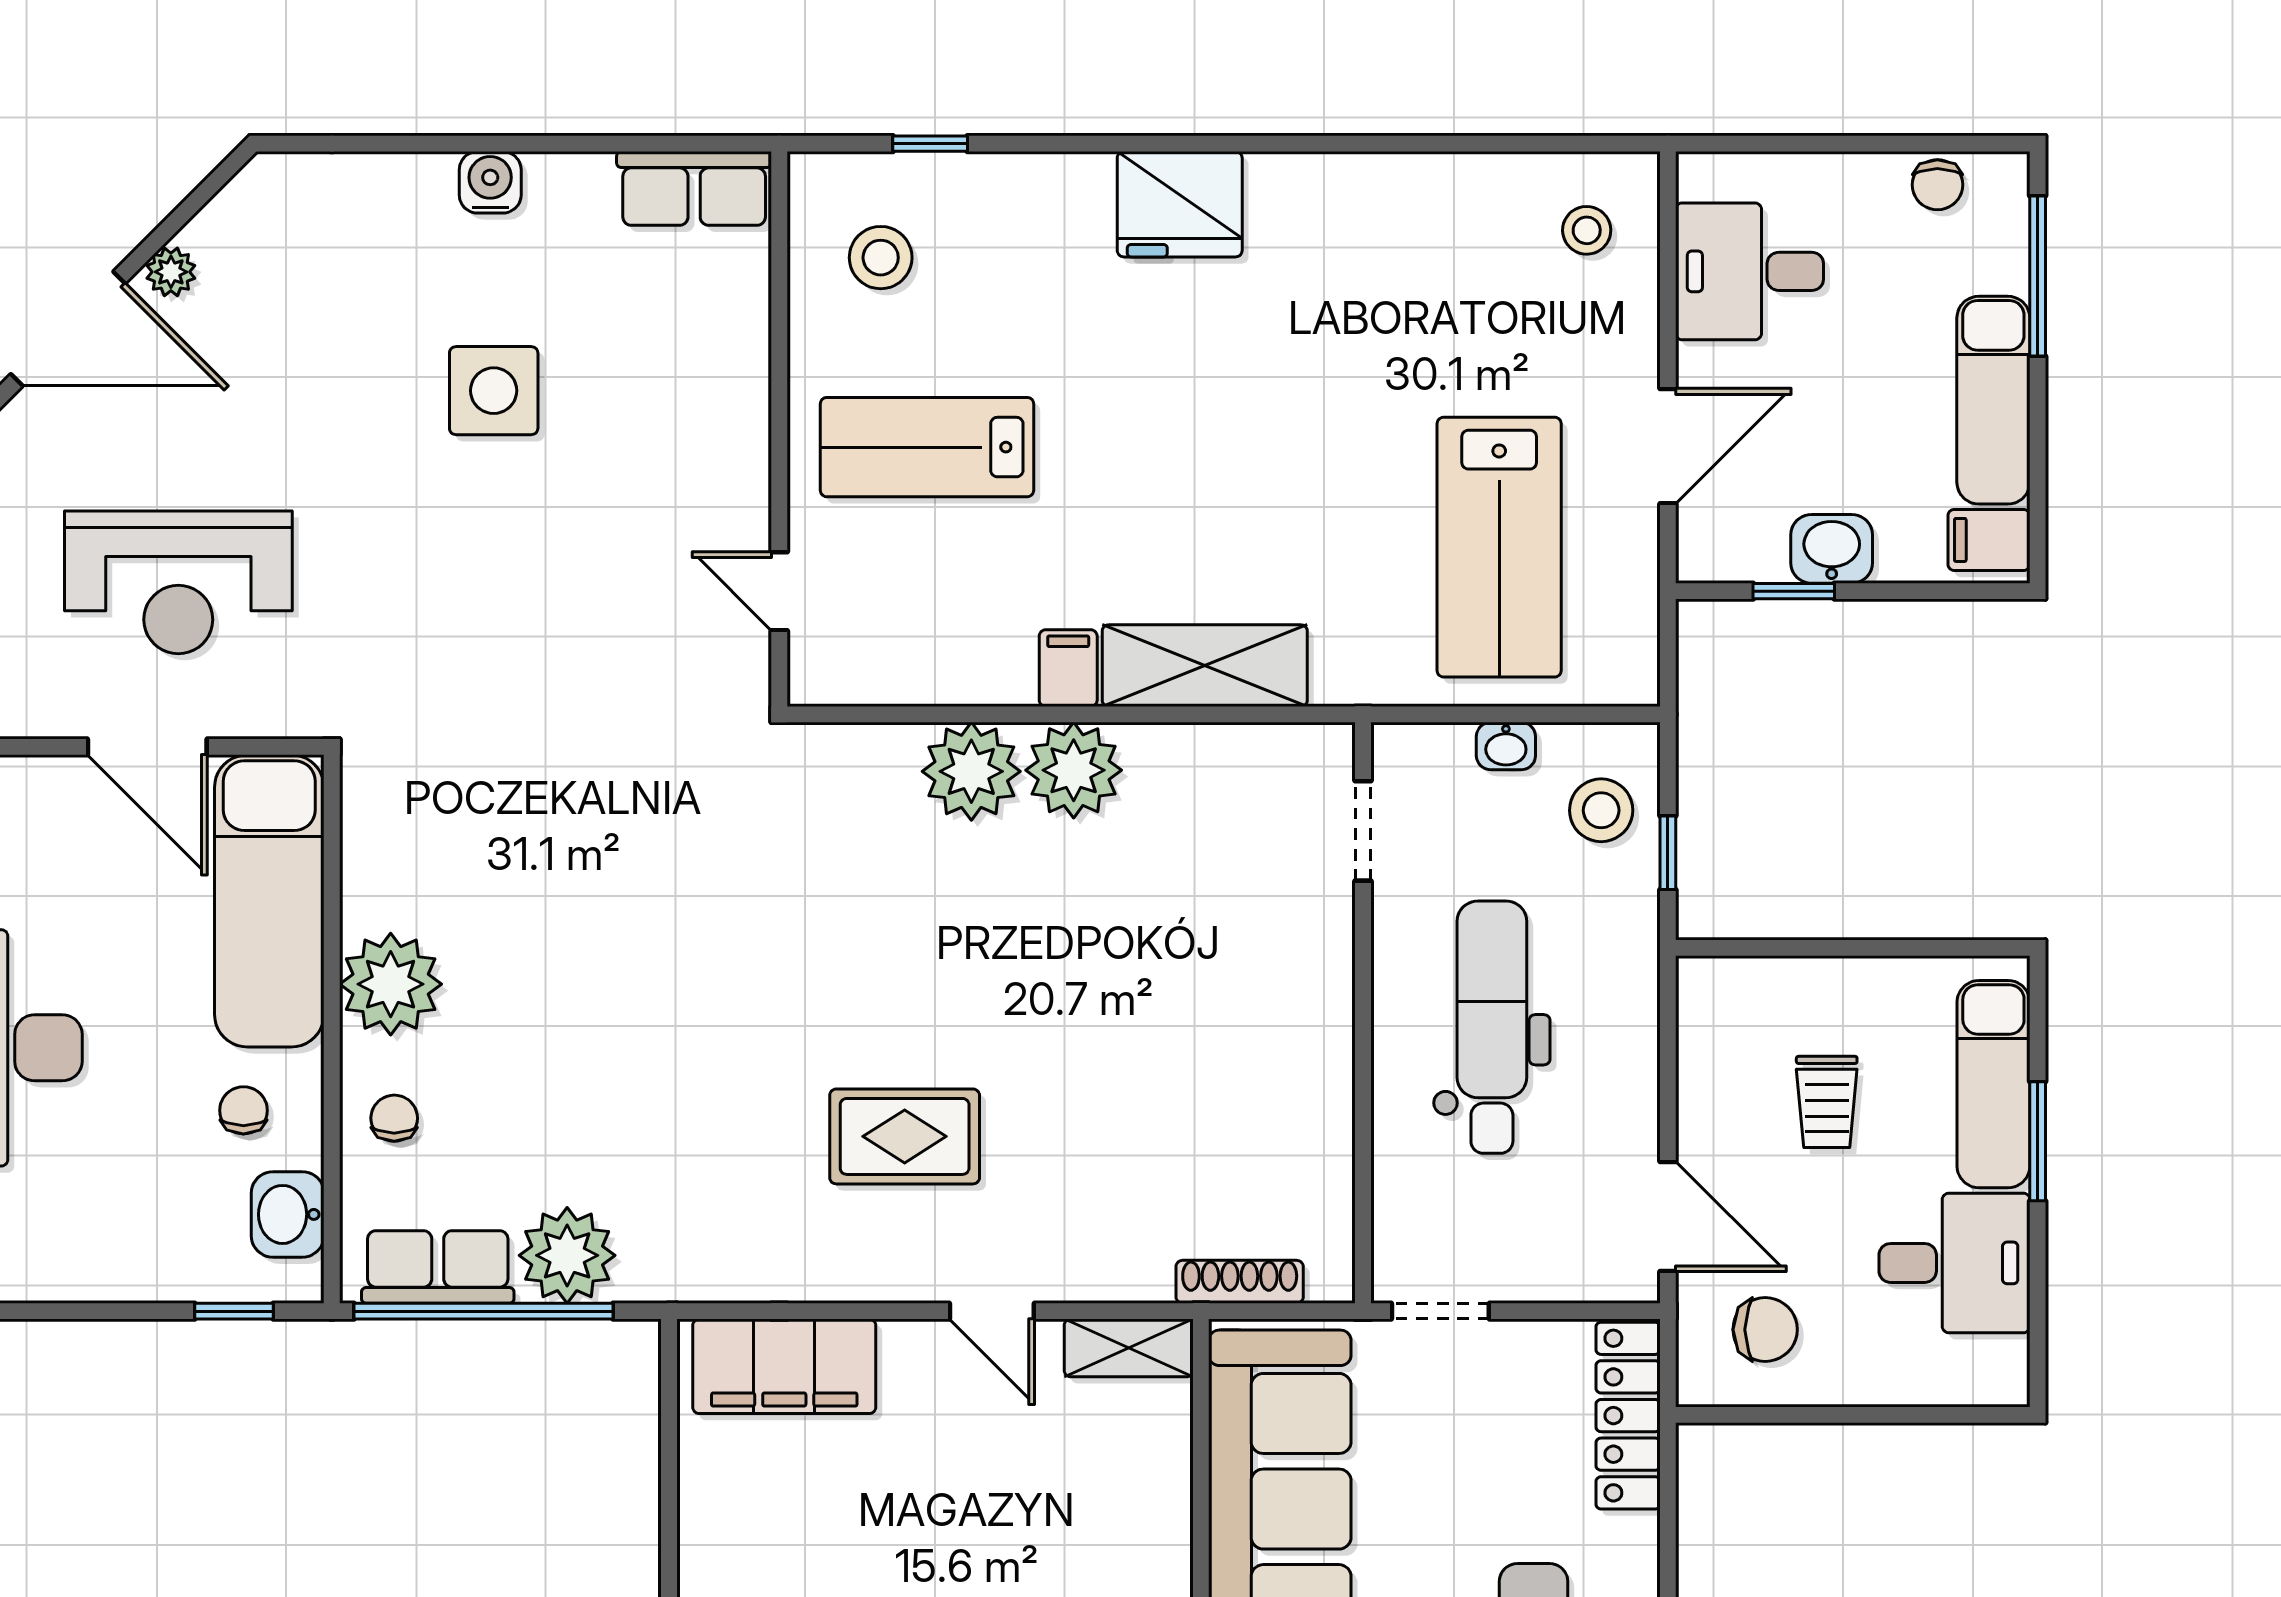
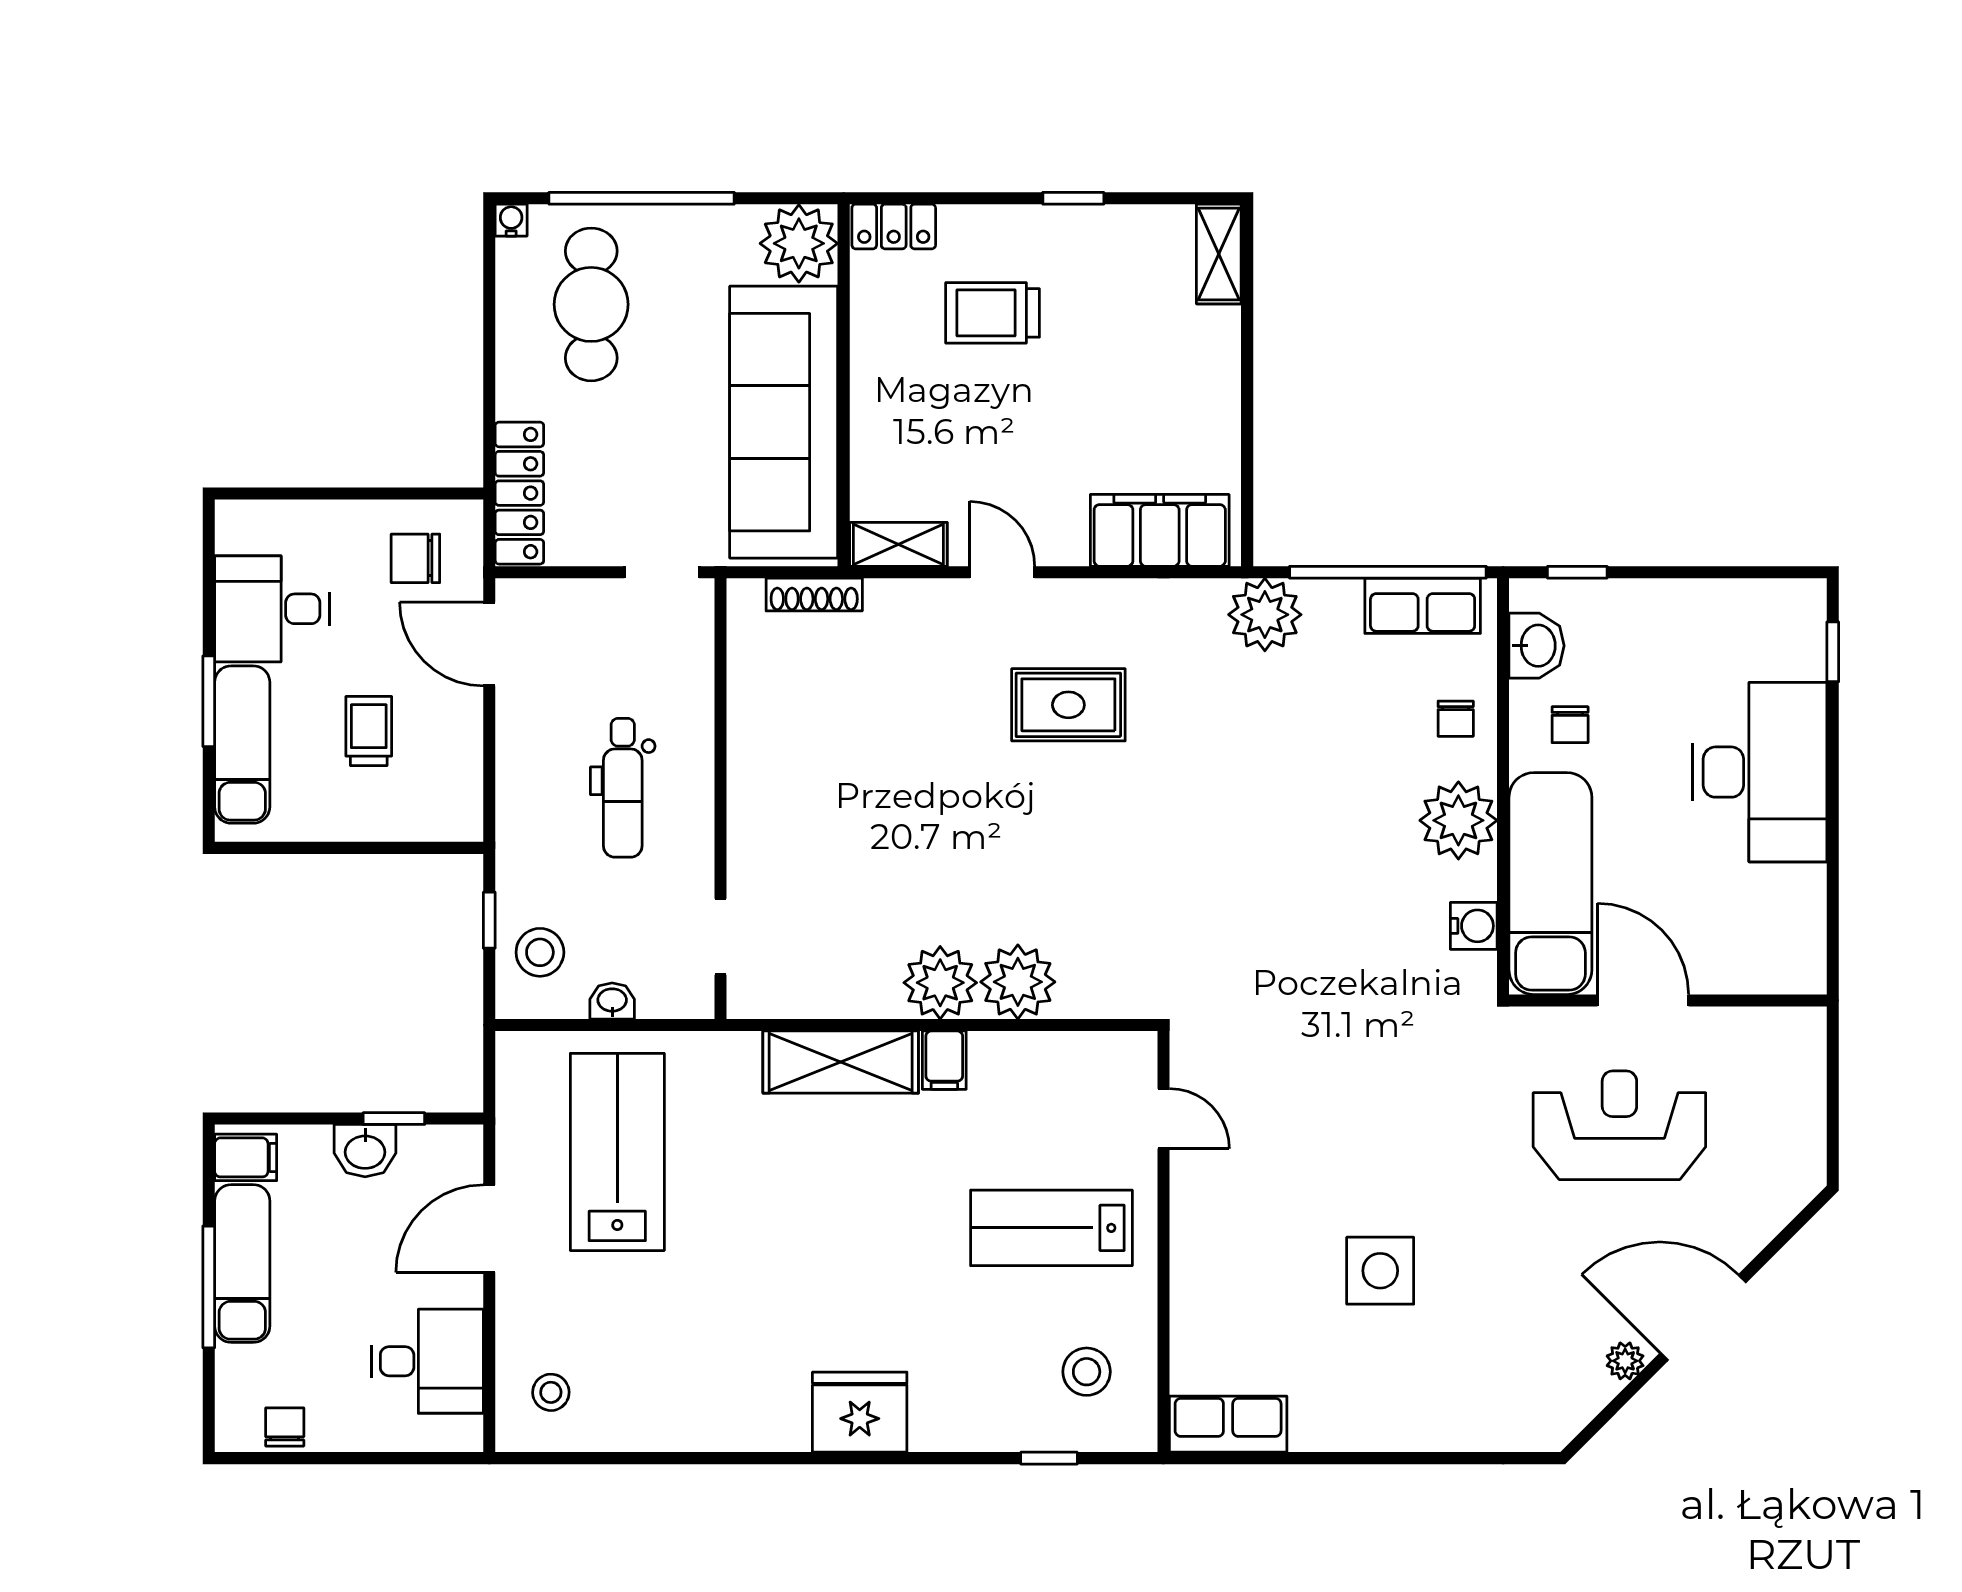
water cooler: (490, 182) -> (1474, 926), moved, turned -90
window: (2038, 276) -> (209, 1287), moved
lab bench: (927, 447) -> (1051, 1228), turned 180
dental chair: (1492, 1027) -> (623, 788), width x0.73, depth x0.72
plant: (567, 1255) -> (1265, 615), moved

